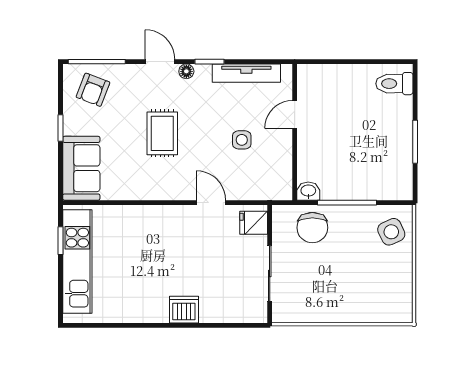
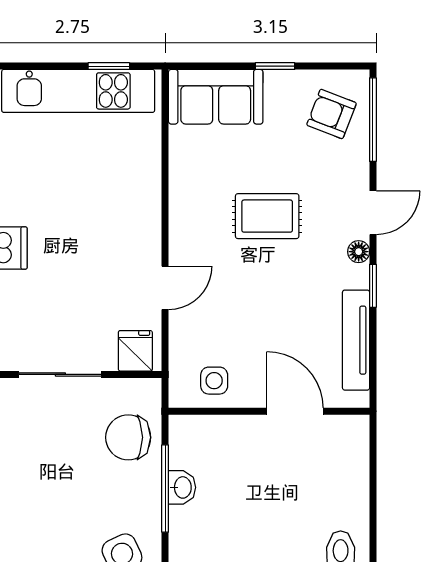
door: (295, 115) -> (295, 411), width x1.38
side table: (242, 140) -> (214, 381), moved
washbasin: (308, 191) -> (182, 487), moved

